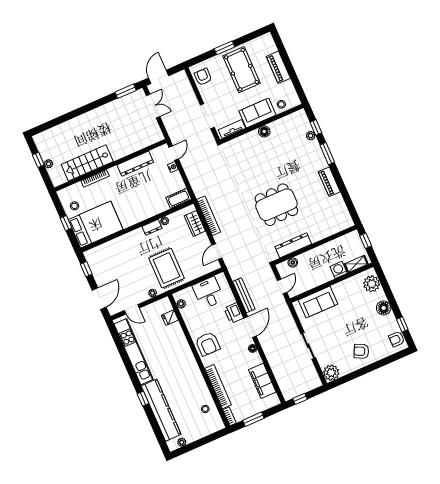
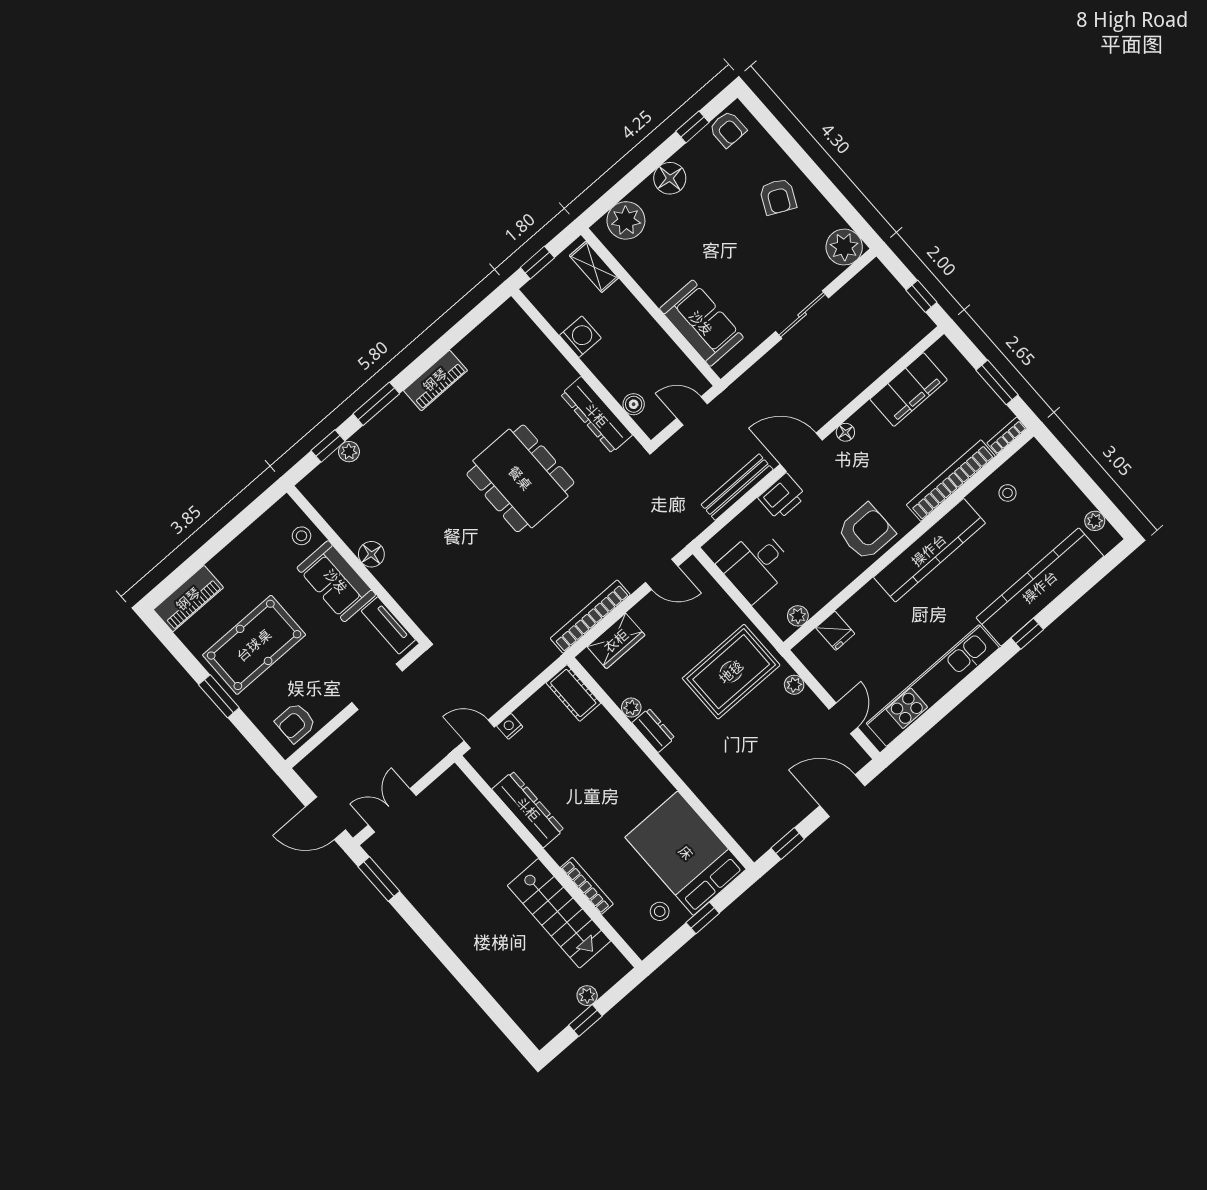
piano: (278, 67) -> (188, 599), moved
washing machine: (339, 270) -> (580, 337), moved, turned 180
kitchen counter: (191, 368) -> (929, 550), added

